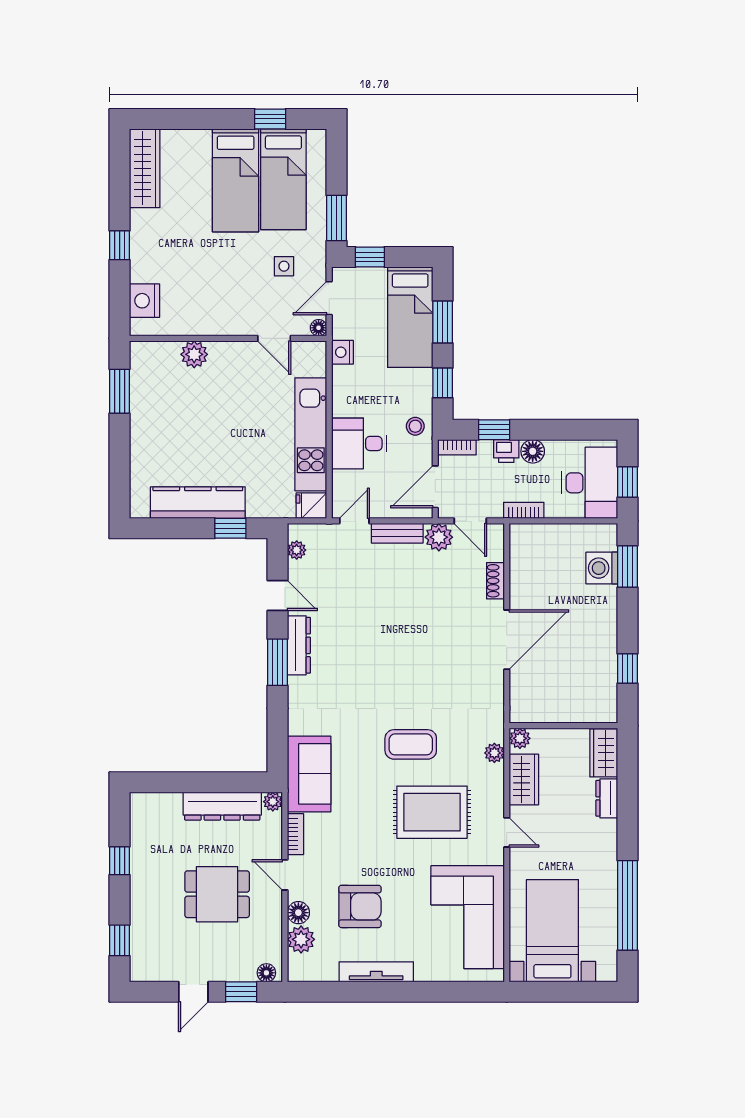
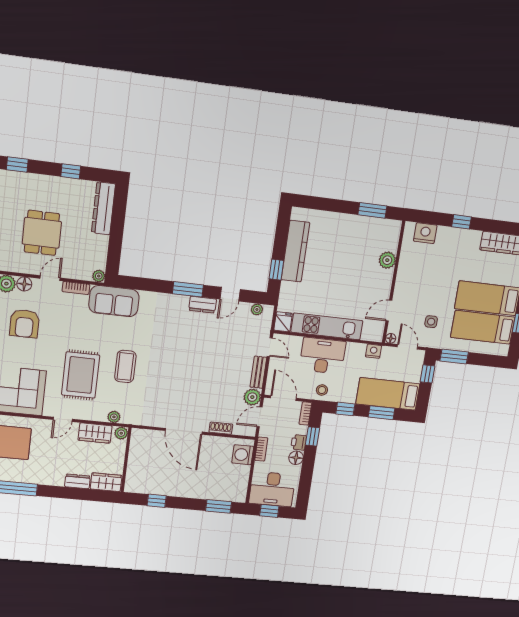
desk: (359, 443) -> (323, 356), width x1.37
washing machine: (602, 568) -> (243, 455), moved, turned -90
dresser: (299, 645) -> (203, 305), width x0.70
dresser: (222, 806) -> (103, 208), moved

